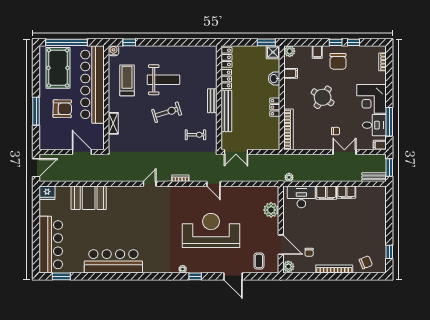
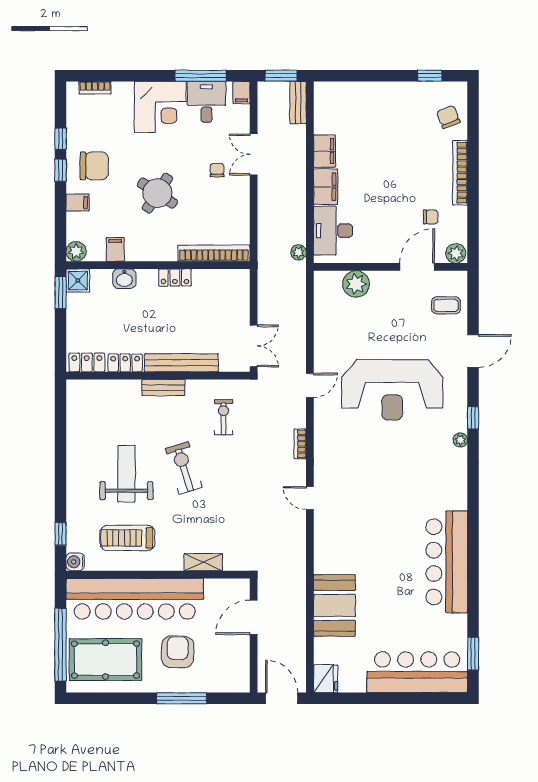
reception desk: (211, 230) -> (392, 390), turned -90

